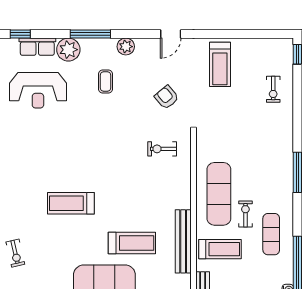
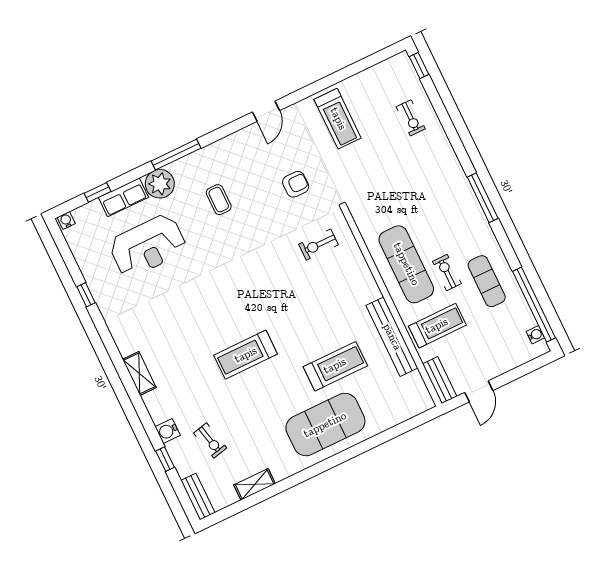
plant: (126, 47) -> (223, 149), removed
armchair: (167, 97) -> (296, 184), turned 130

